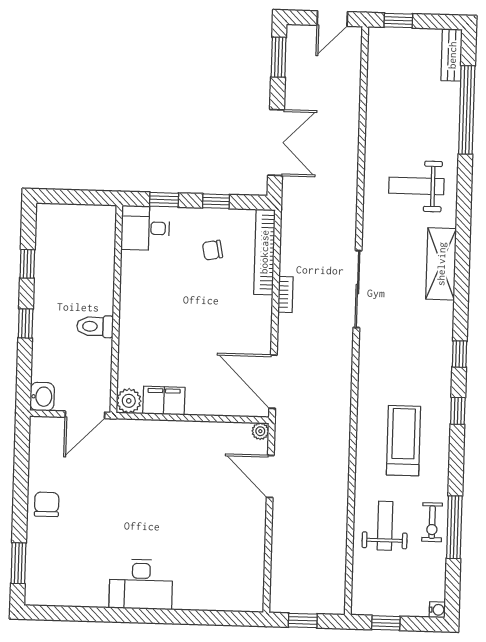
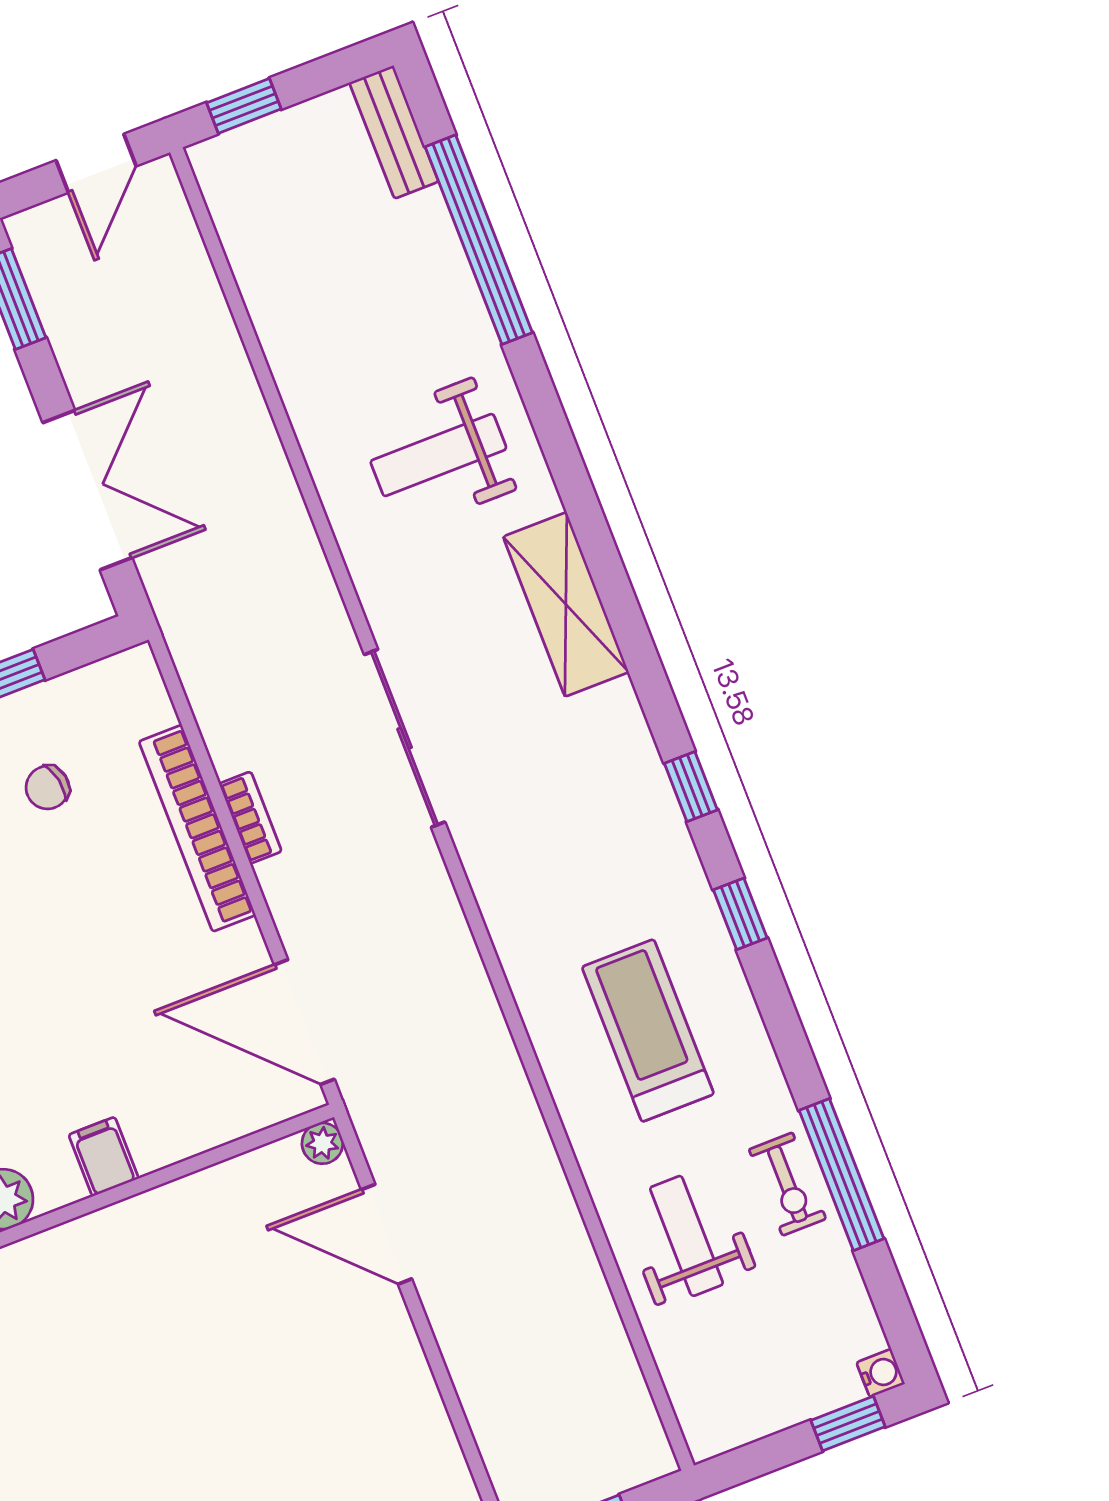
bookcase: (264, 252) -> (197, 828), moved
filing cabinet: (164, 401) -> (104, 1157), width x0.50
window: (386, 623) -> (848, 1424), moved

